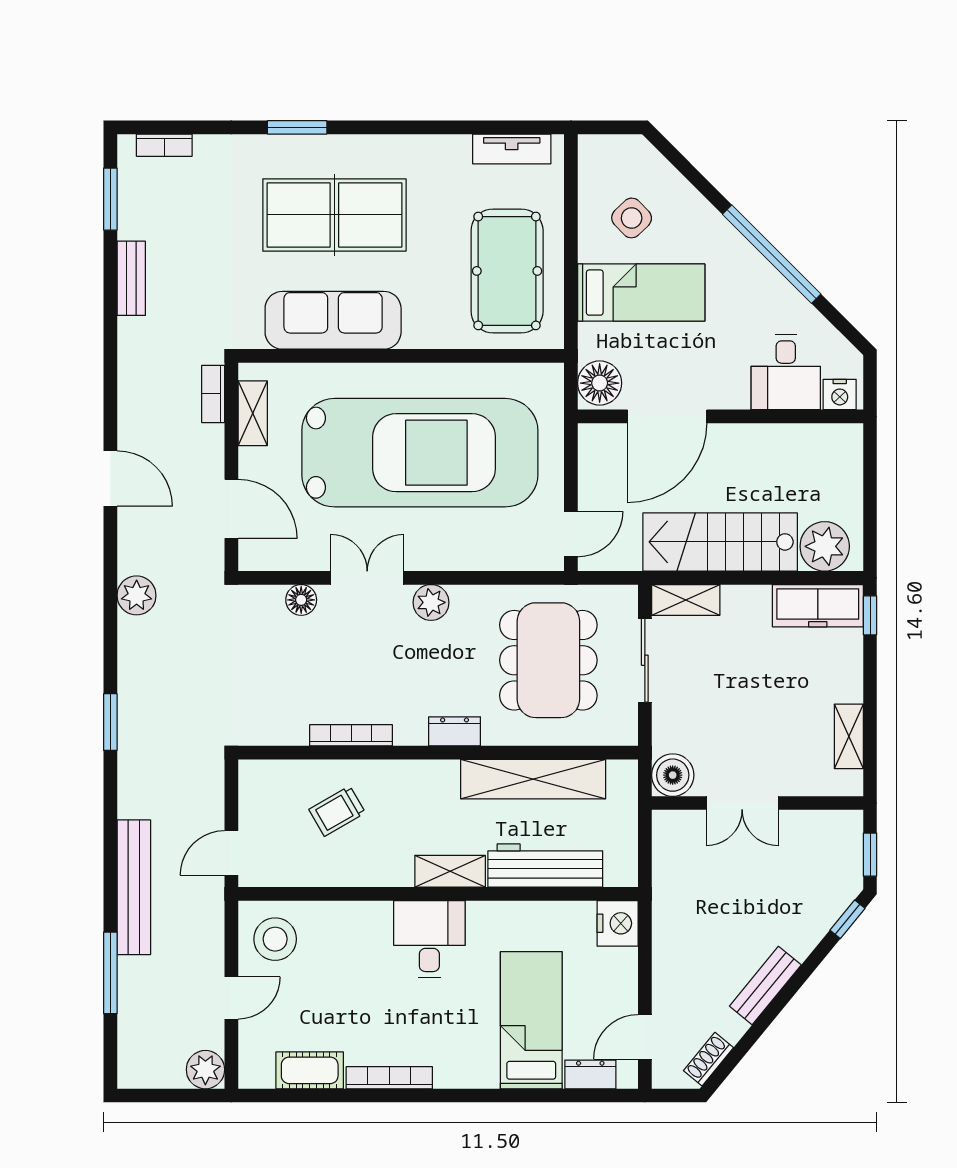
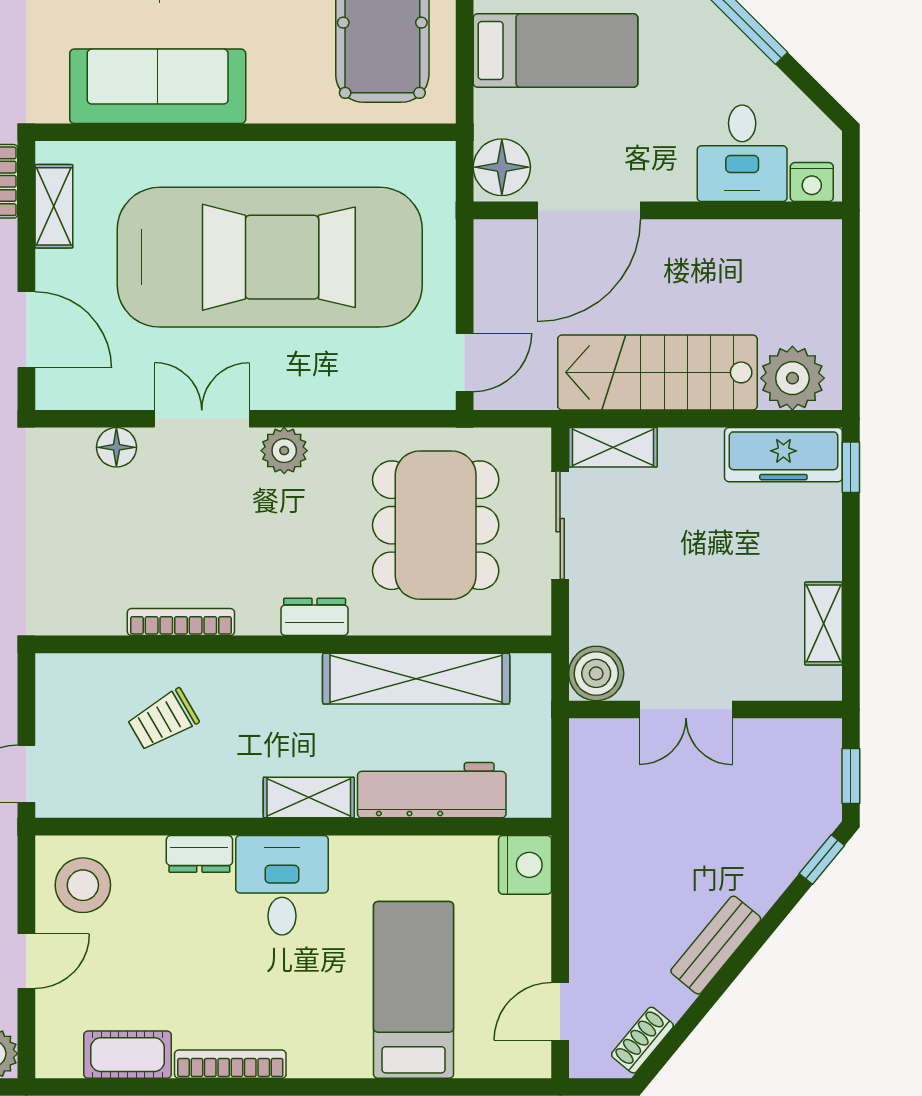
dresser: (590, 1074) -> (199, 854), moved, turned 180

